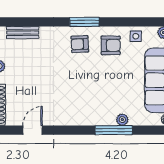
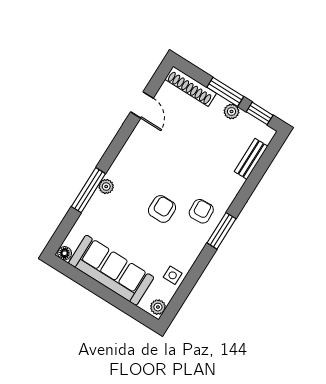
armchair: (111, 45) -> (162, 209), moved, turned 180
plant: (122, 120) -> (106, 187), moved

